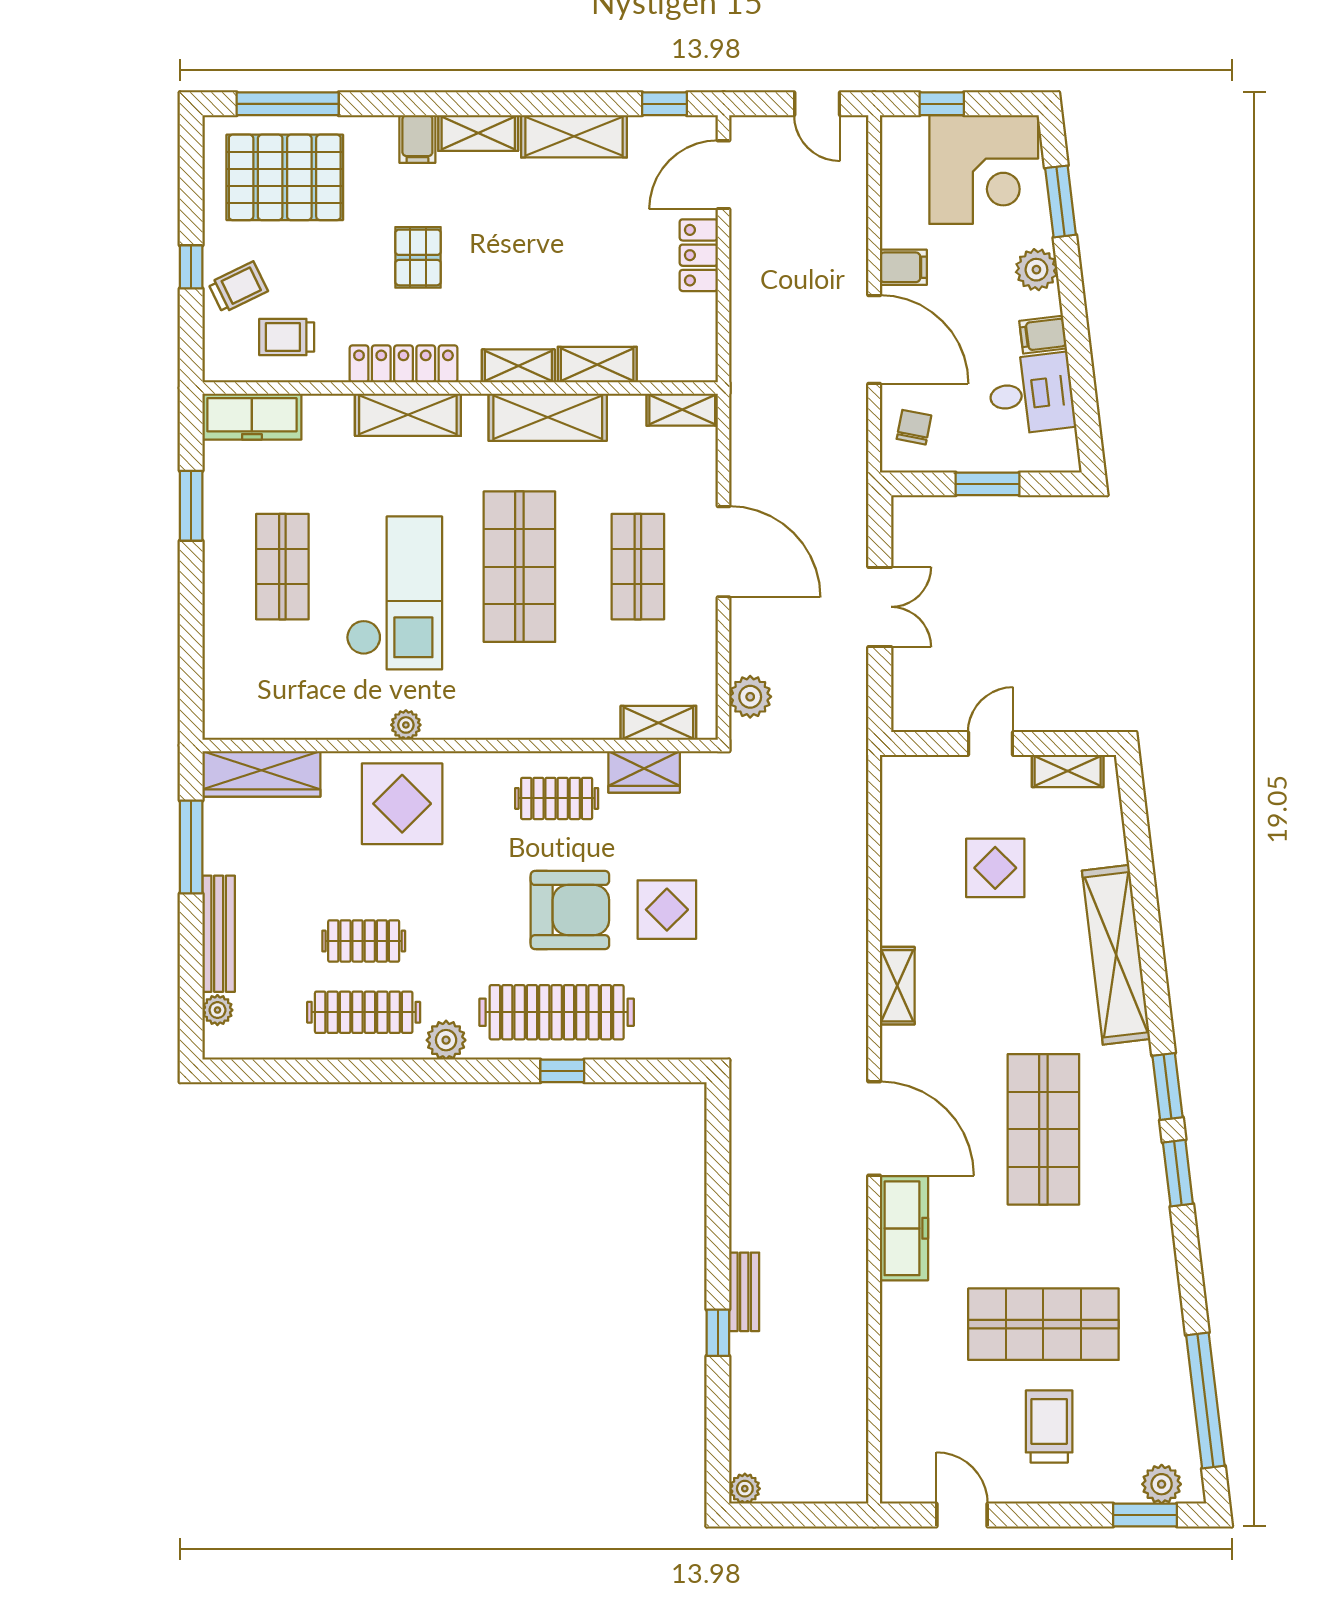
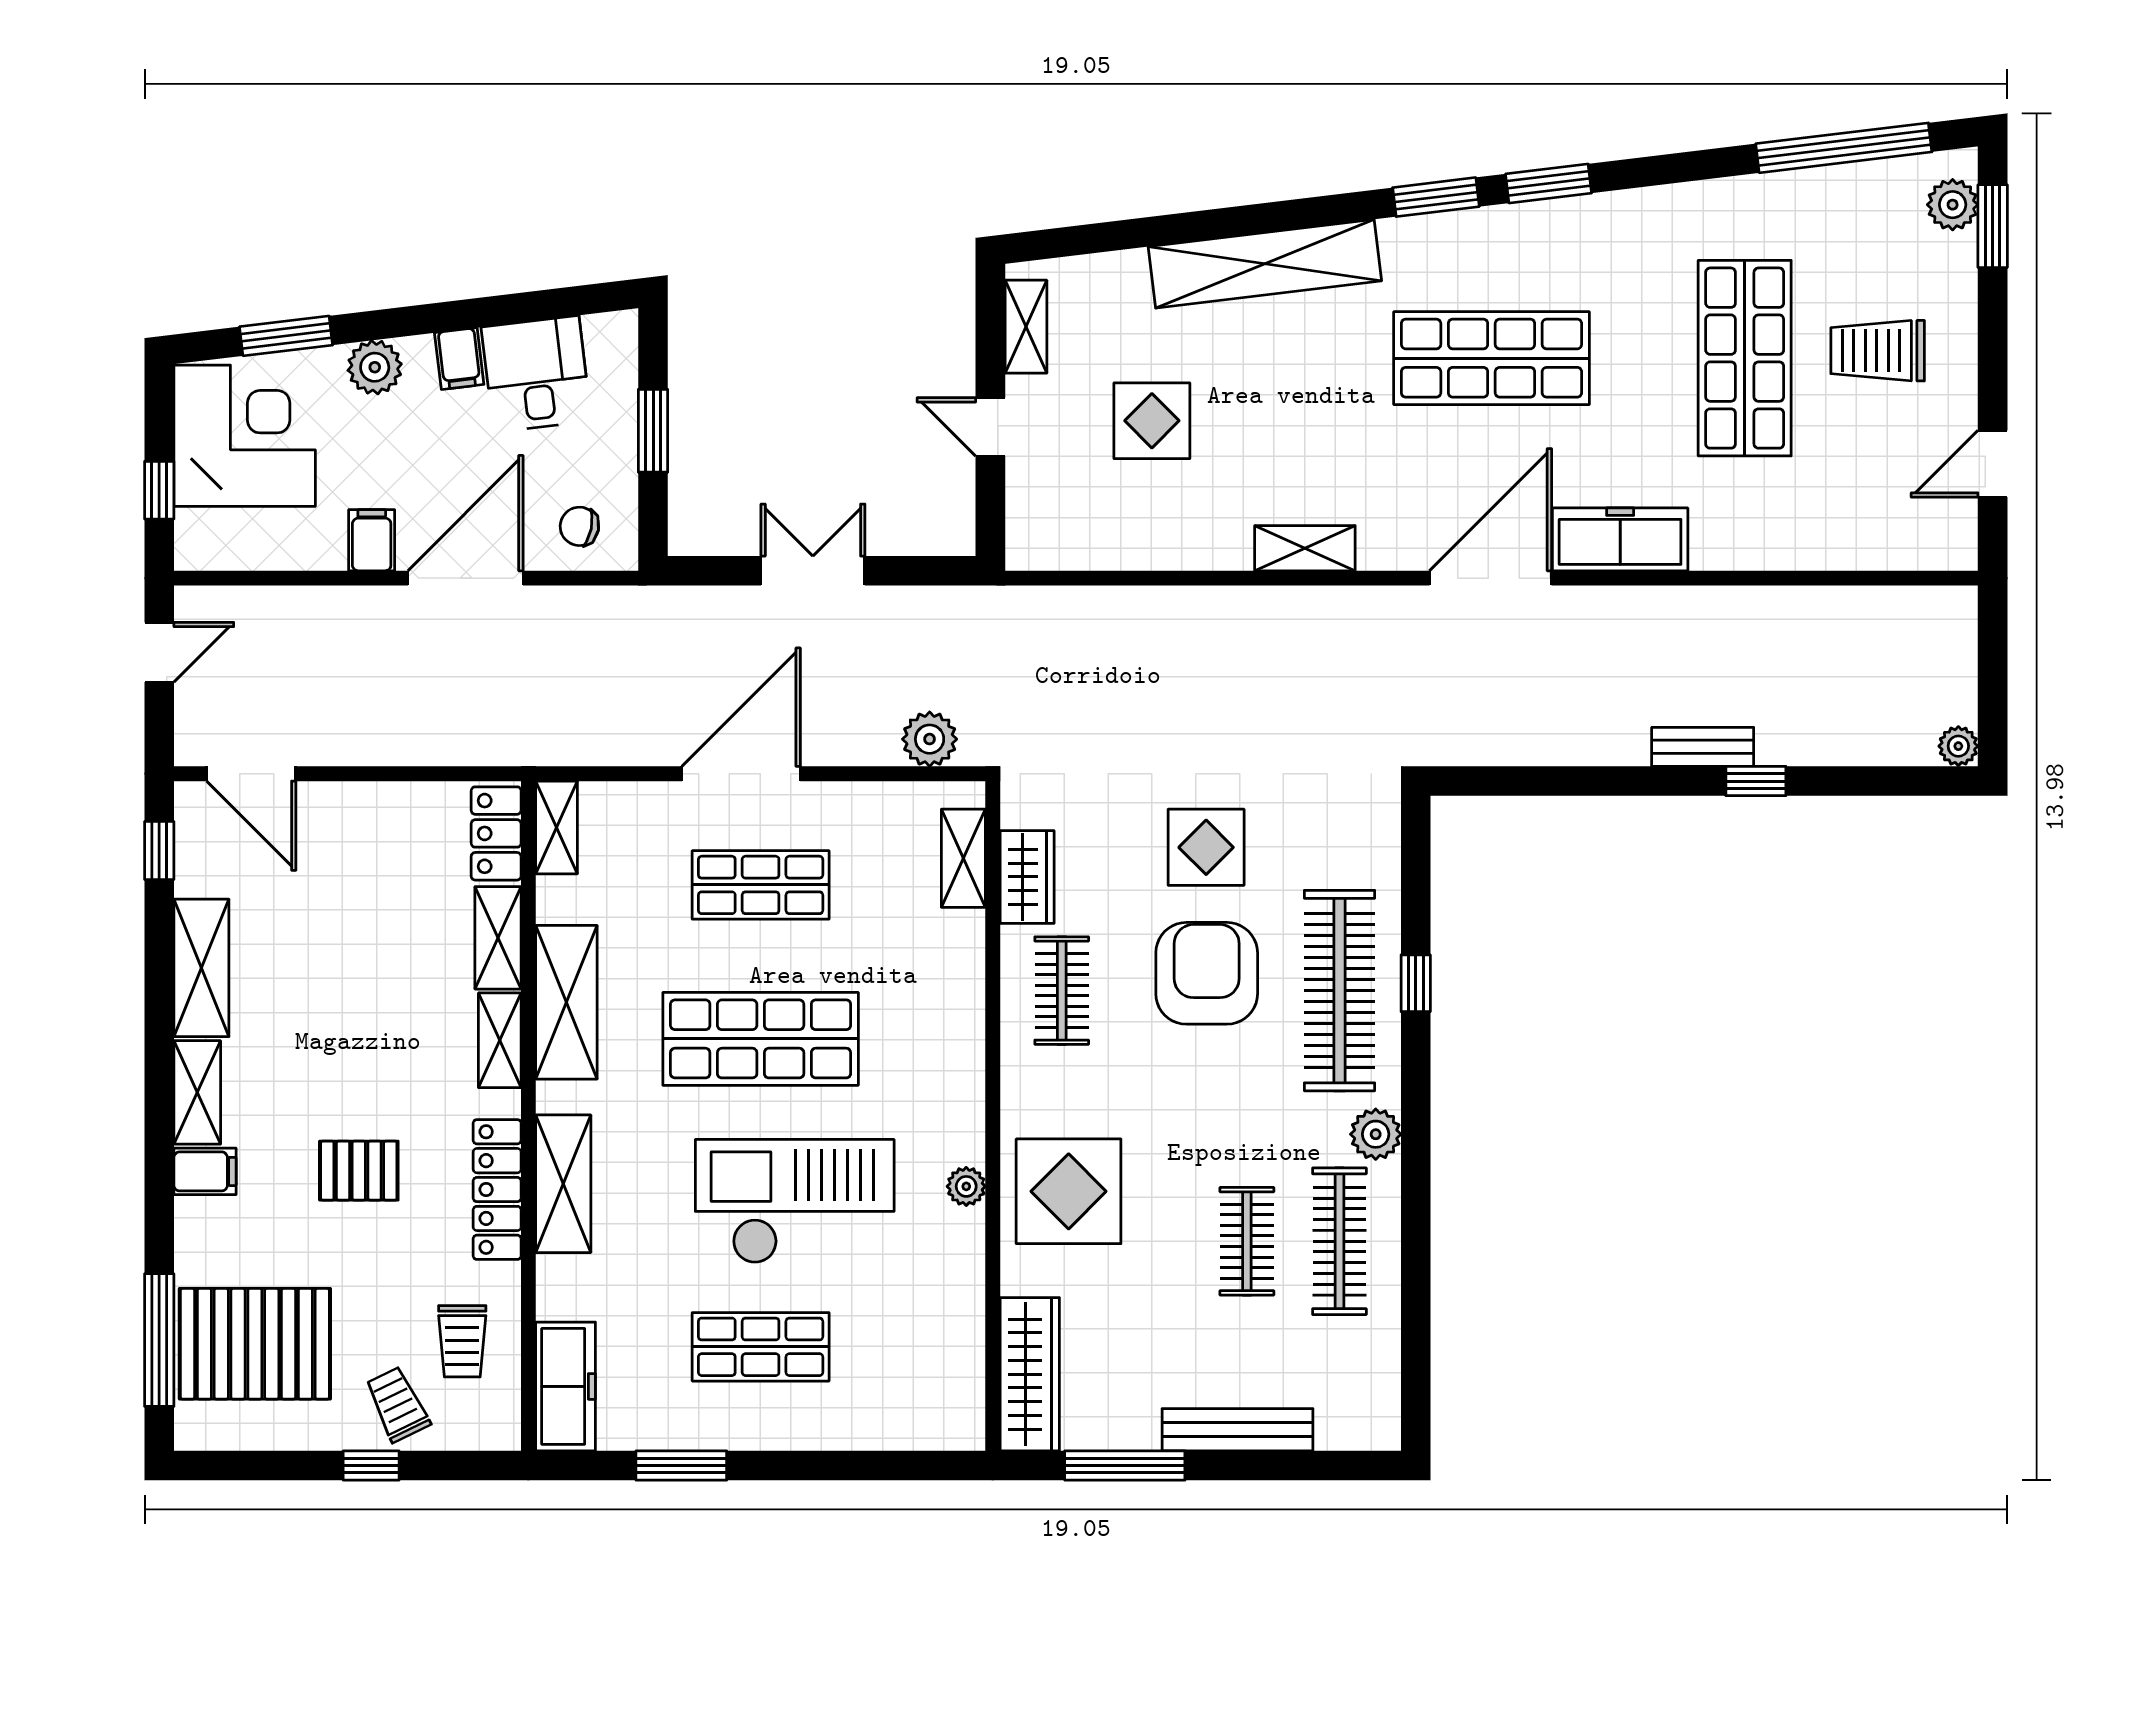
pallet: (285, 177) -> (255, 1344), turned 90
locker: (699, 255) -> (496, 833), moved, turned 90
plant: (217, 1010) -> (1337, 1431), removed

